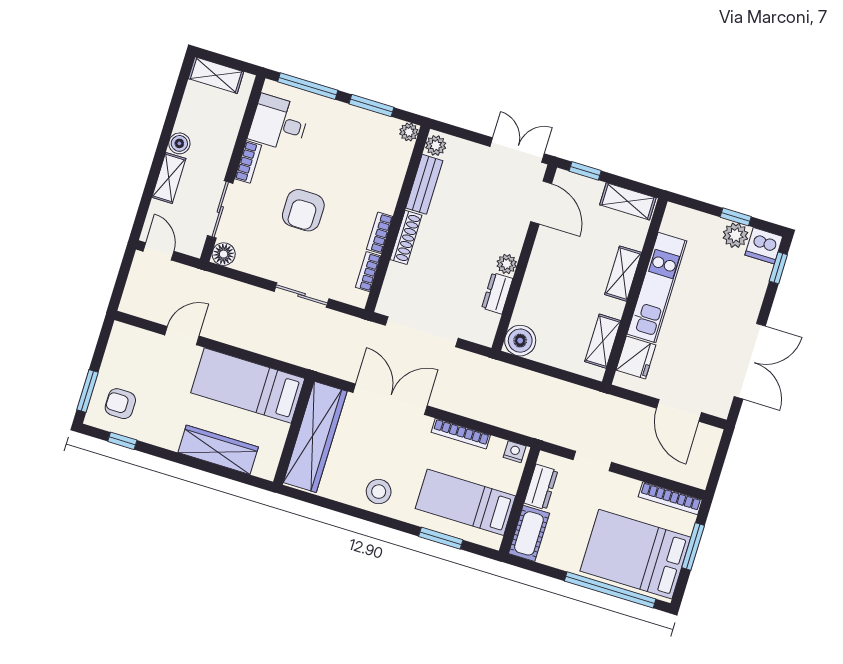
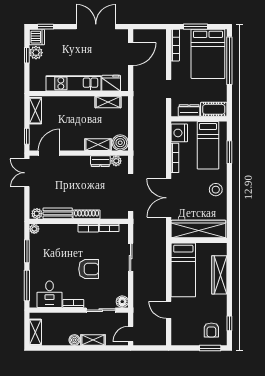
plant: (507, 264) -> (116, 161), moved
shelving: (623, 274) -> (98, 145), moved
nightstand: (515, 452) -> (179, 133), width x1.89, depth x1.79

